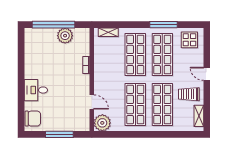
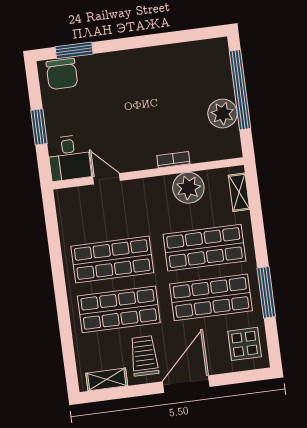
door: (207, 74) -> (186, 384), width x1.88
desk: (36, 90) -> (69, 158), moved, turned 180
door: (92, 102) -> (106, 179), swing flipped
window: (21, 110) -> (74, 50), added
plant: (102, 123) -> (188, 188), moved
window: (59, 134) -> (39, 127), width x0.69

